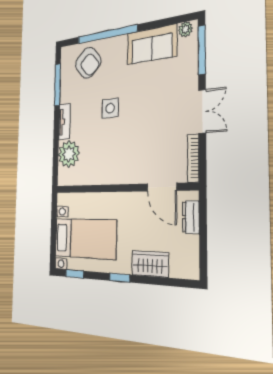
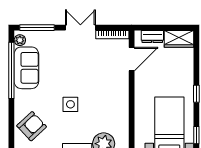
window: (107, 34) -> (11, 70), moved
wardrobe: (150, 264) -> (179, 39), moved, turned -90

